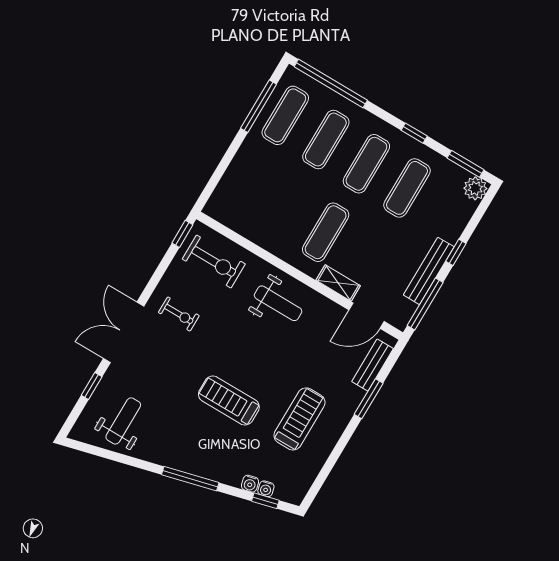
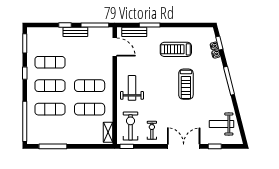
exercise mat: (285, 115) -> (90, 109), moved
plant: (475, 188) -> (33, 33), removed
bench: (429, 271) -> (75, 32), width x0.73
shelving: (338, 283) -> (108, 132), moved
exercise bike: (179, 314) -> (152, 130), moved
double door: (124, 332) -> (184, 146), swing flipped

